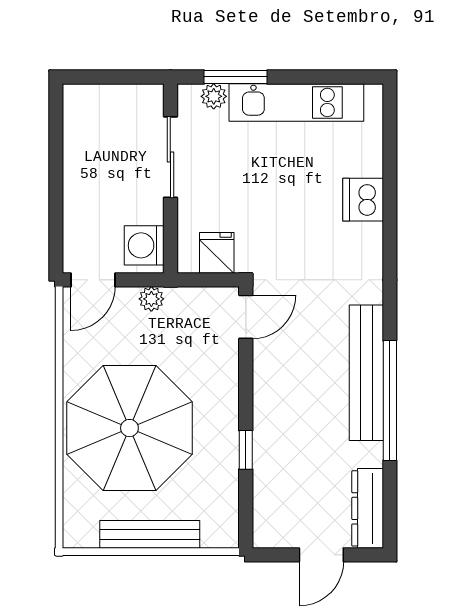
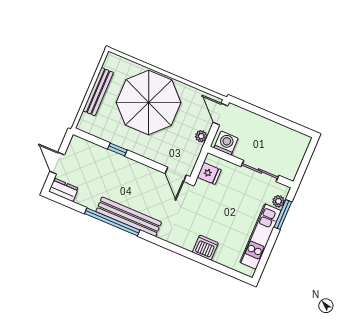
dresser: (368, 508) -> (64, 190), width x0.70

